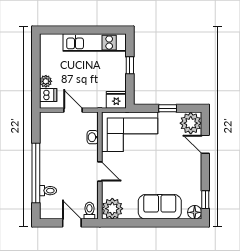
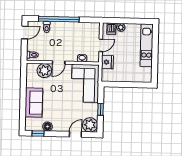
kitchen unit: (95, 43) -> (147, 45), moved
window: (130, 65) -> (130, 85), removed
fridge: (116, 100) -> (107, 62), moved
plant: (112, 209) -> (44, 71), moved
floor lamp: (195, 212) -> (47, 126), moved
door: (72, 223) -> (25, 32), moved

